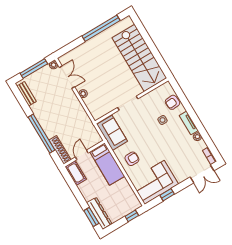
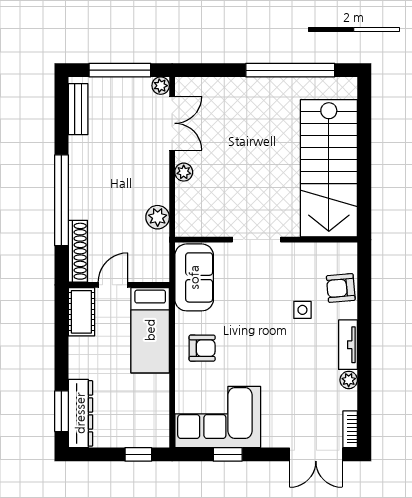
plant: (83, 118) -> (158, 217), added

